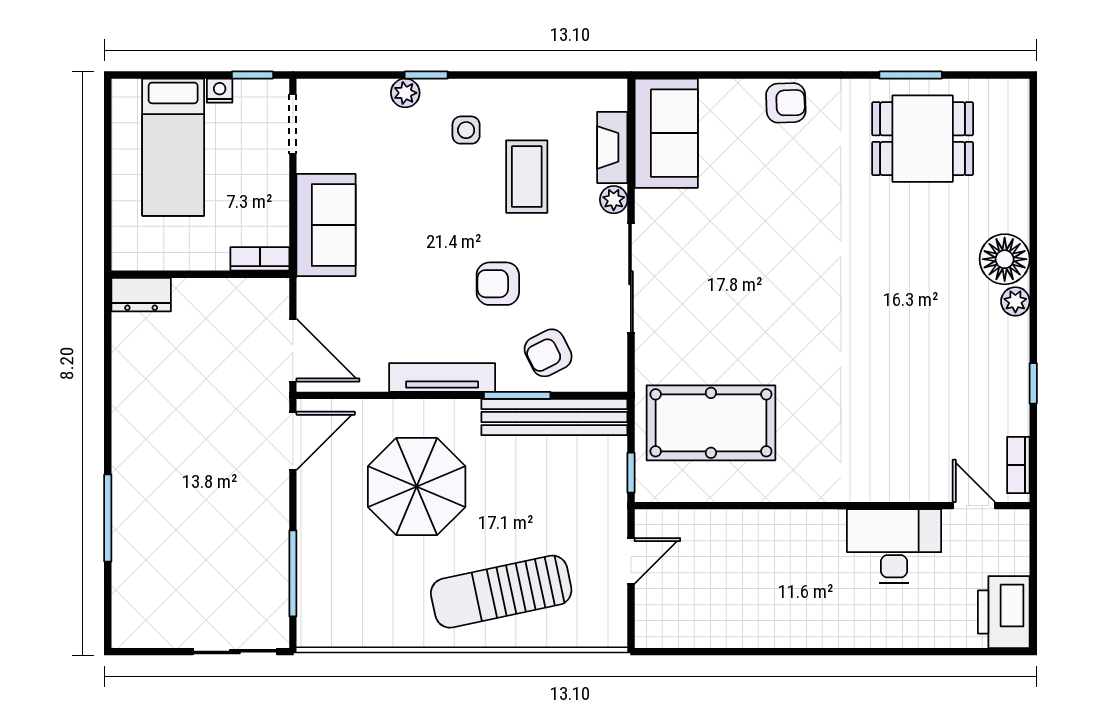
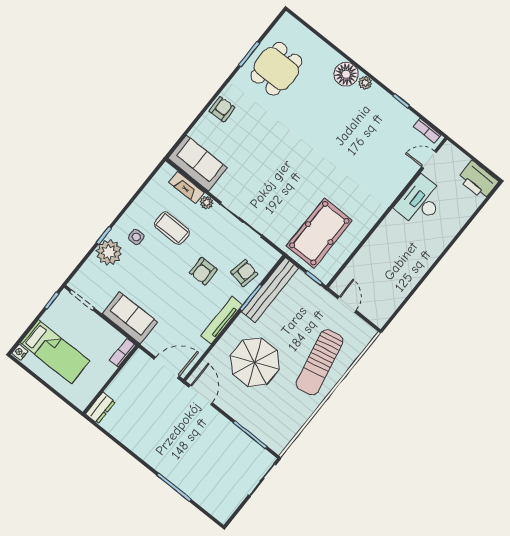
nightstand: (220, 91) -> (20, 352), moved
plant: (405, 93) -> (109, 252), width x1.87, depth x1.87
armchair: (548, 353) -> (244, 273), turned -142

